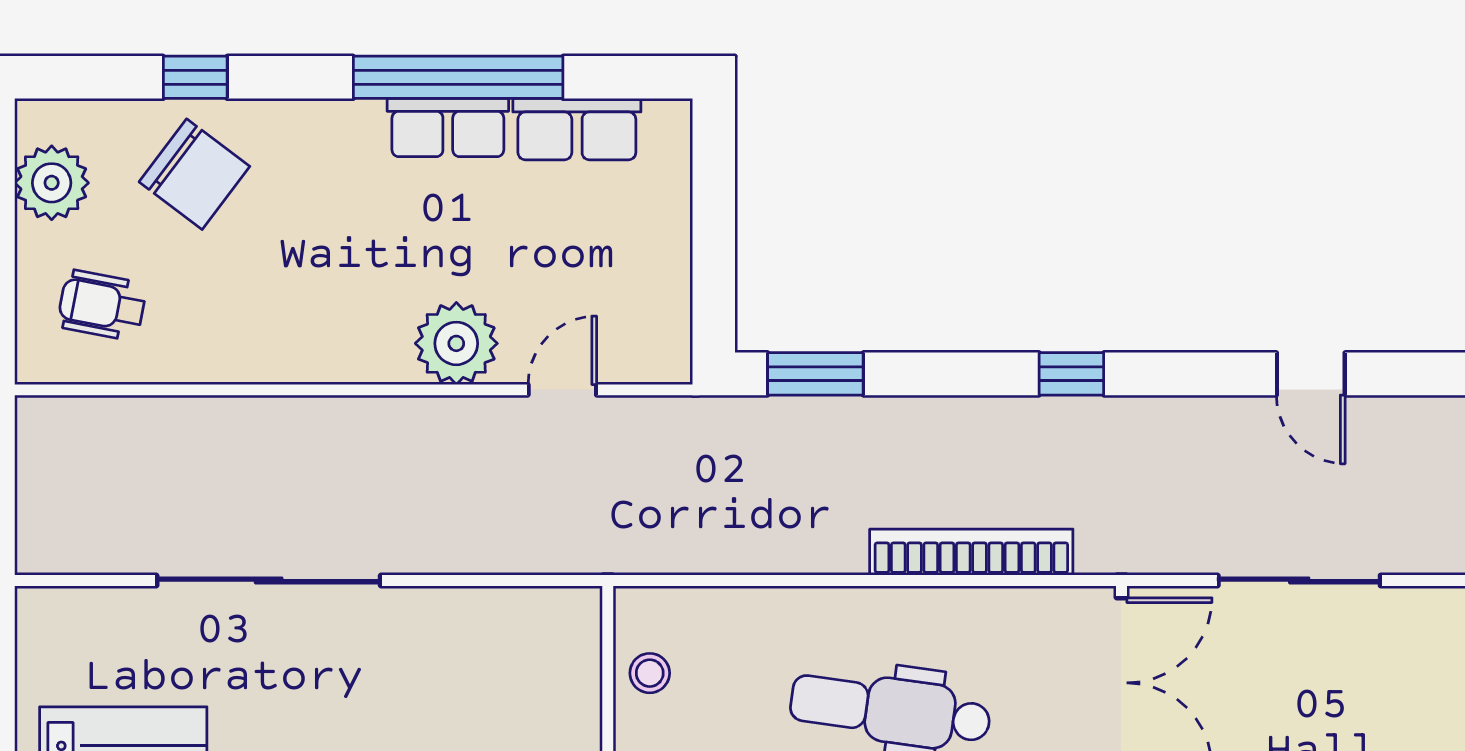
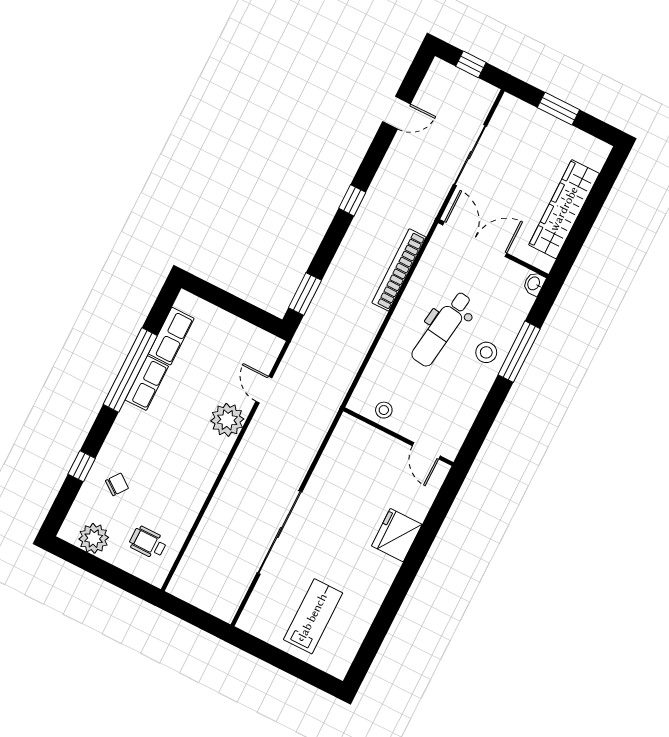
chair: (194, 174) -> (117, 484), width x0.54, depth x0.54
wheelchair: (102, 305) -> (148, 543), turned 79

